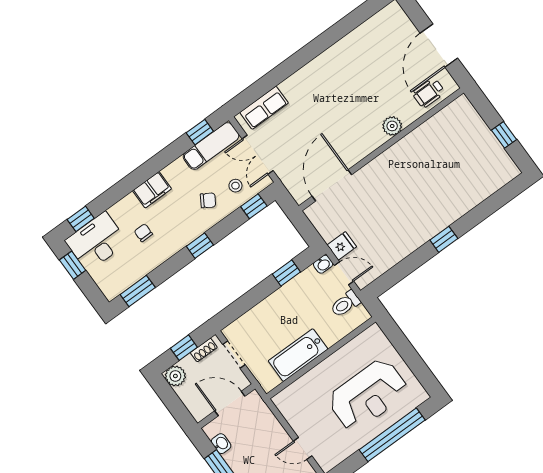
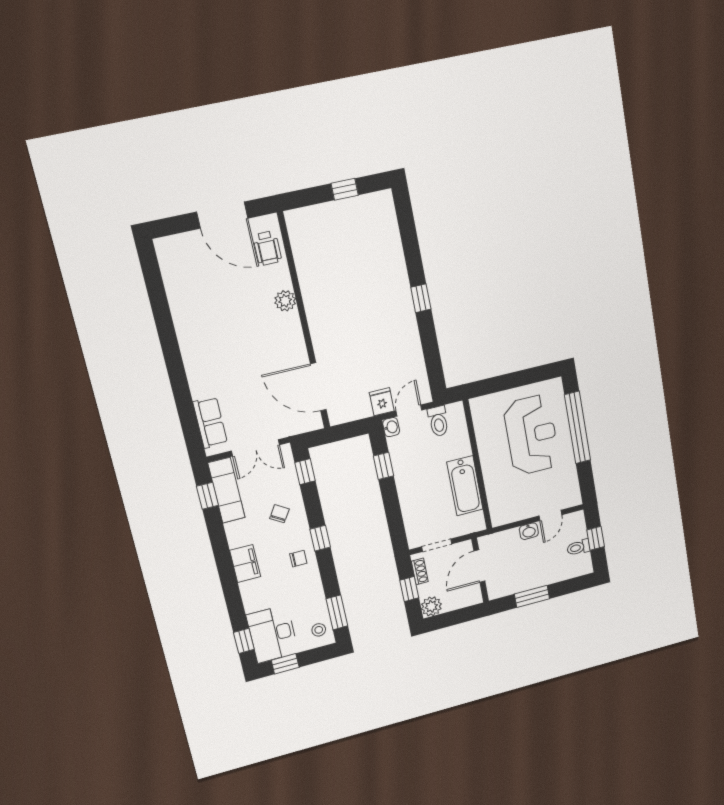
stool: (235, 186) -> (319, 630), moved
chair: (143, 233) -> (298, 559), moved, turned 180
washbasin: (221, 444) -> (529, 531), moved, turned 180

